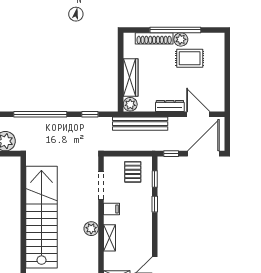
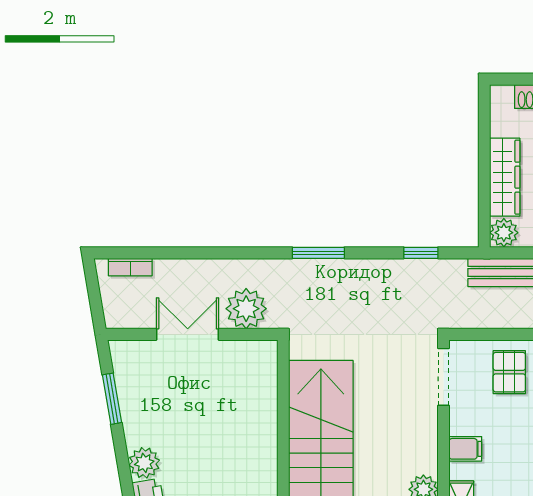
window: (40, 114) -> (318, 253), width x0.47
doorway: (101, 185) -> (443, 377), moved

